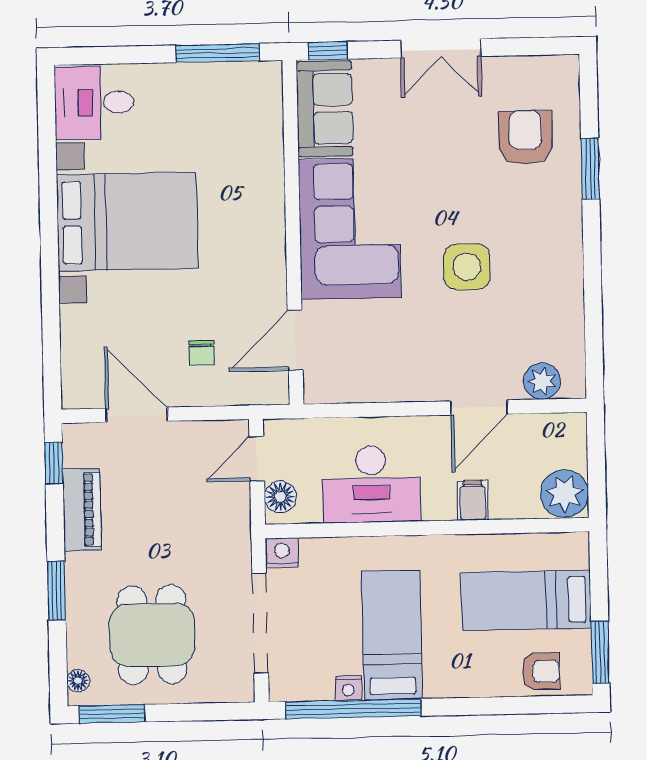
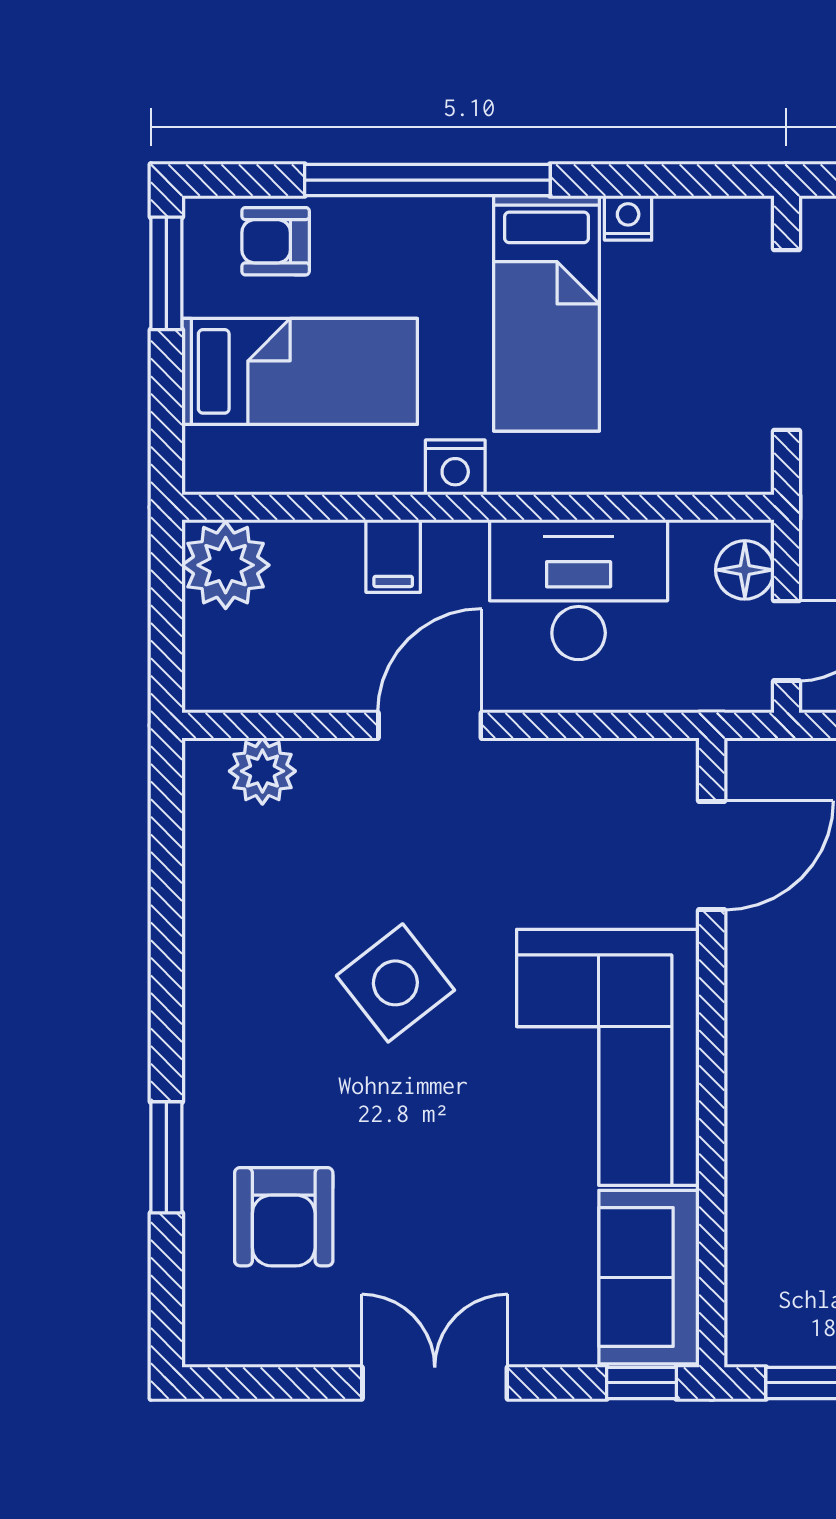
side table: (467, 267) -> (395, 983), turned -38
door: (479, 408) -> (430, 725), moved
nightstand: (282, 553) -> (455, 467), moved
window: (353, 709) -> (427, 180), moved

